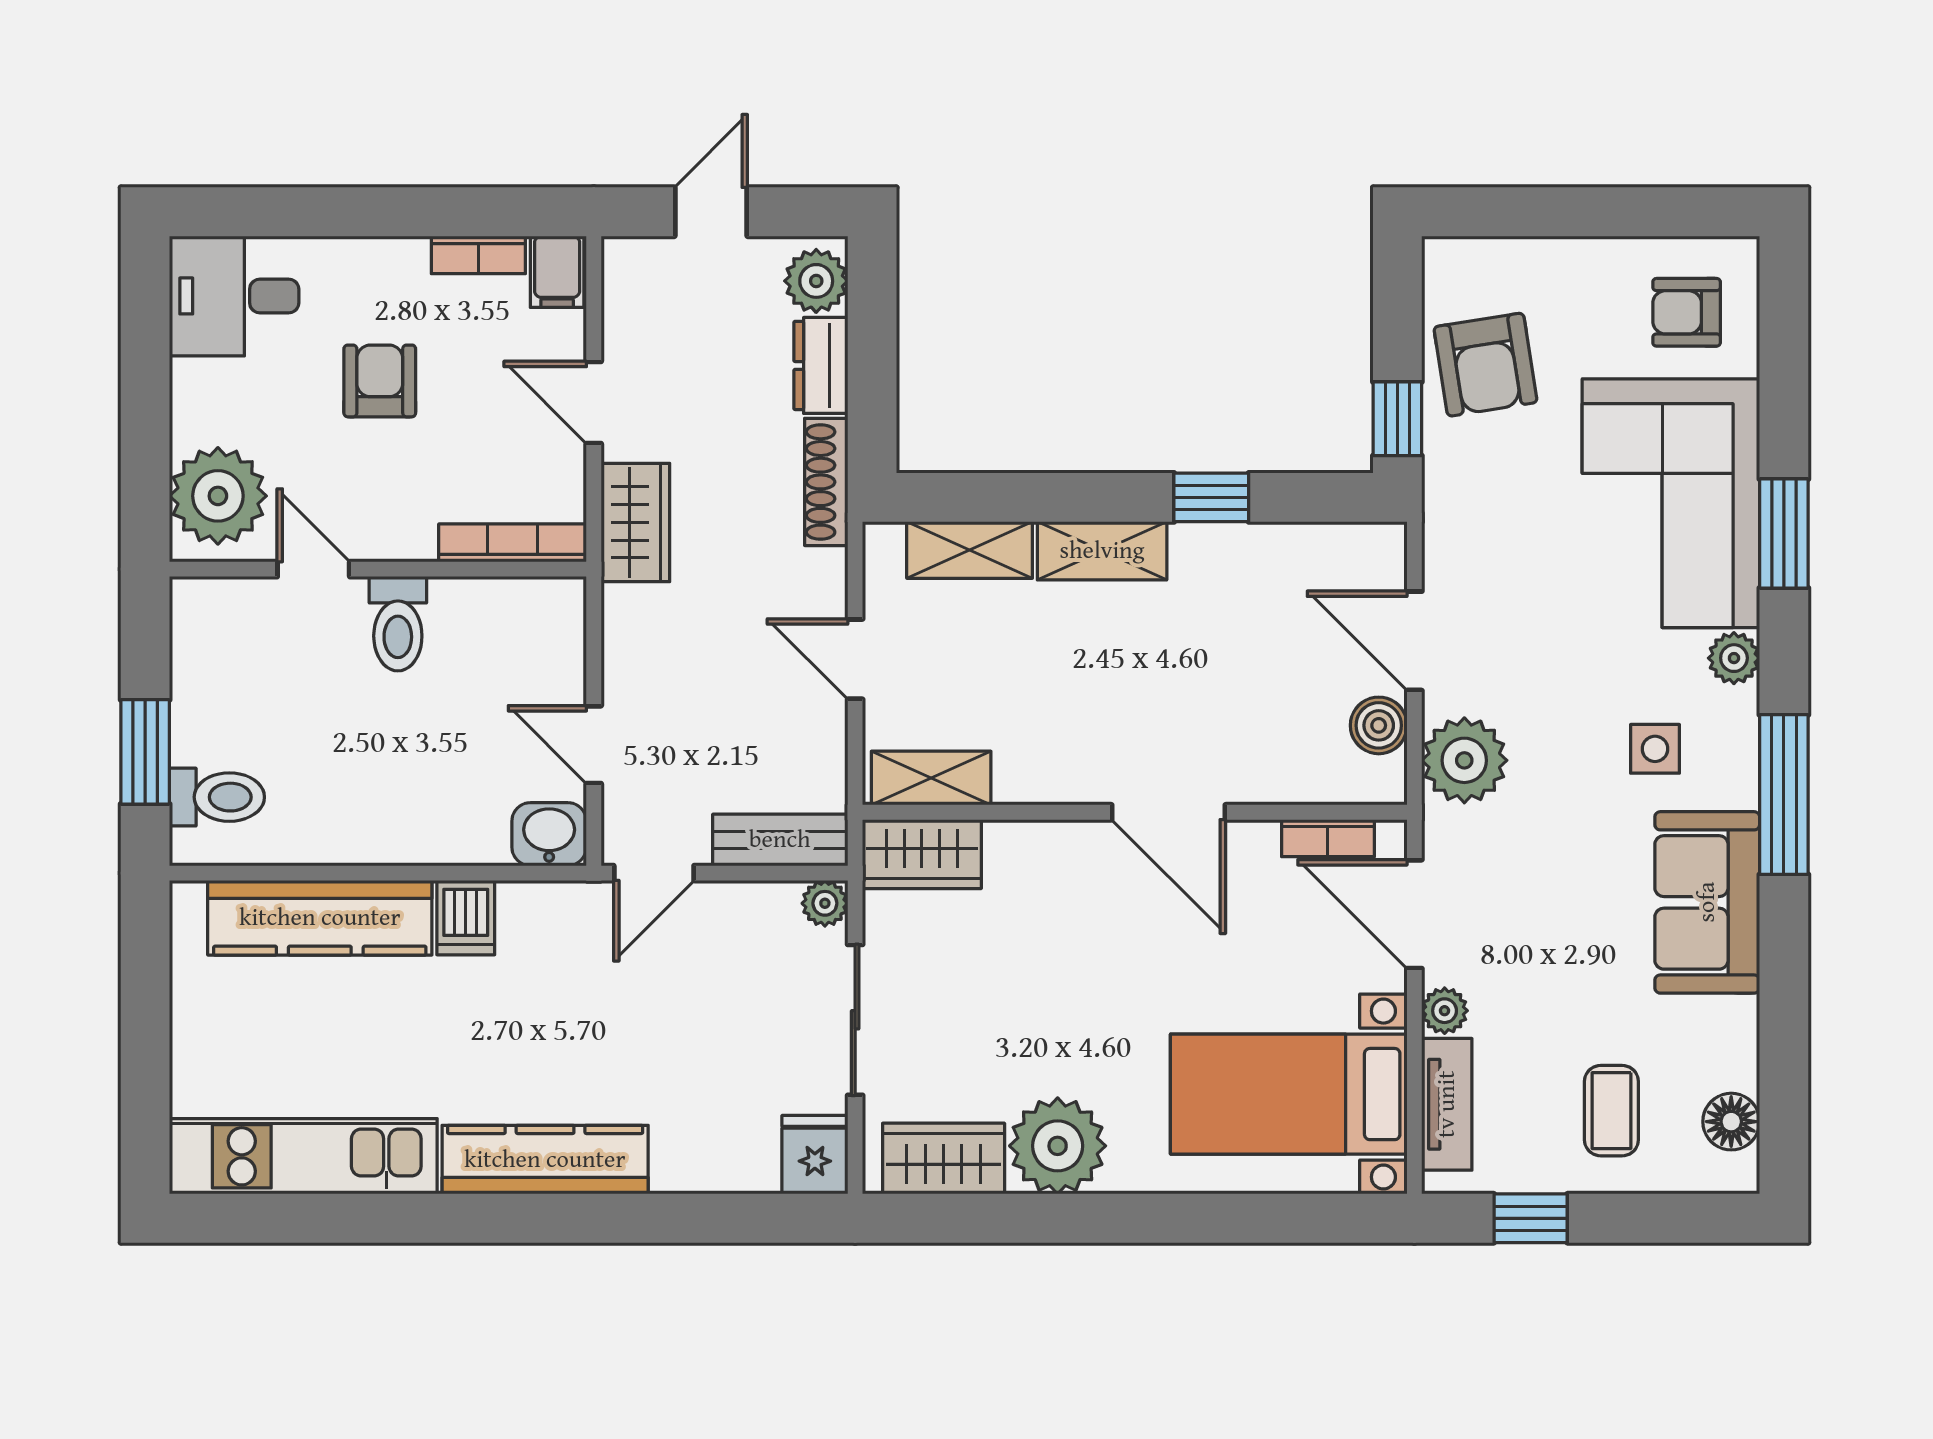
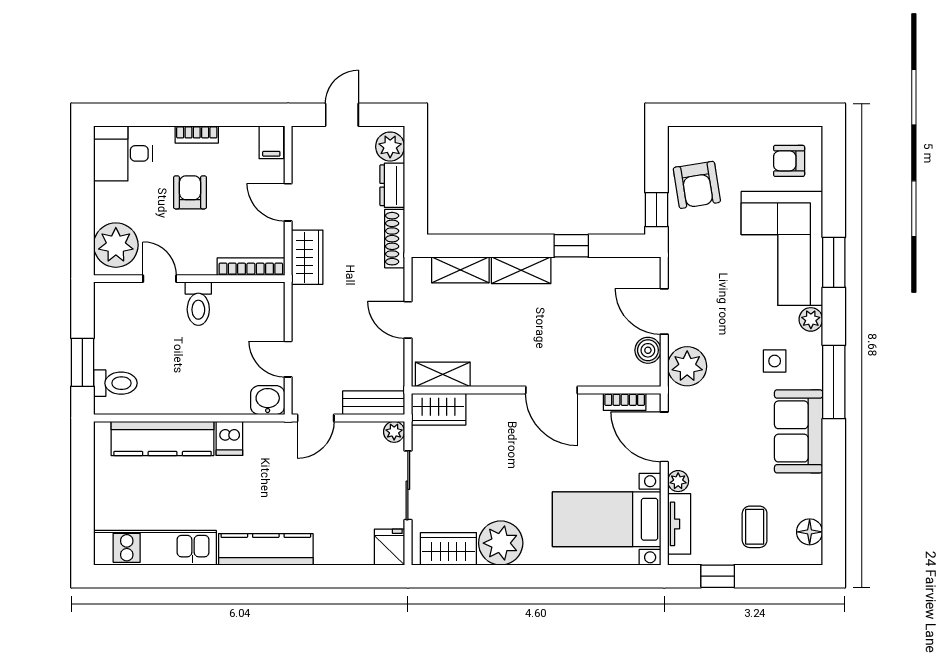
bookcase: (478, 255) -> (197, 135), moved

